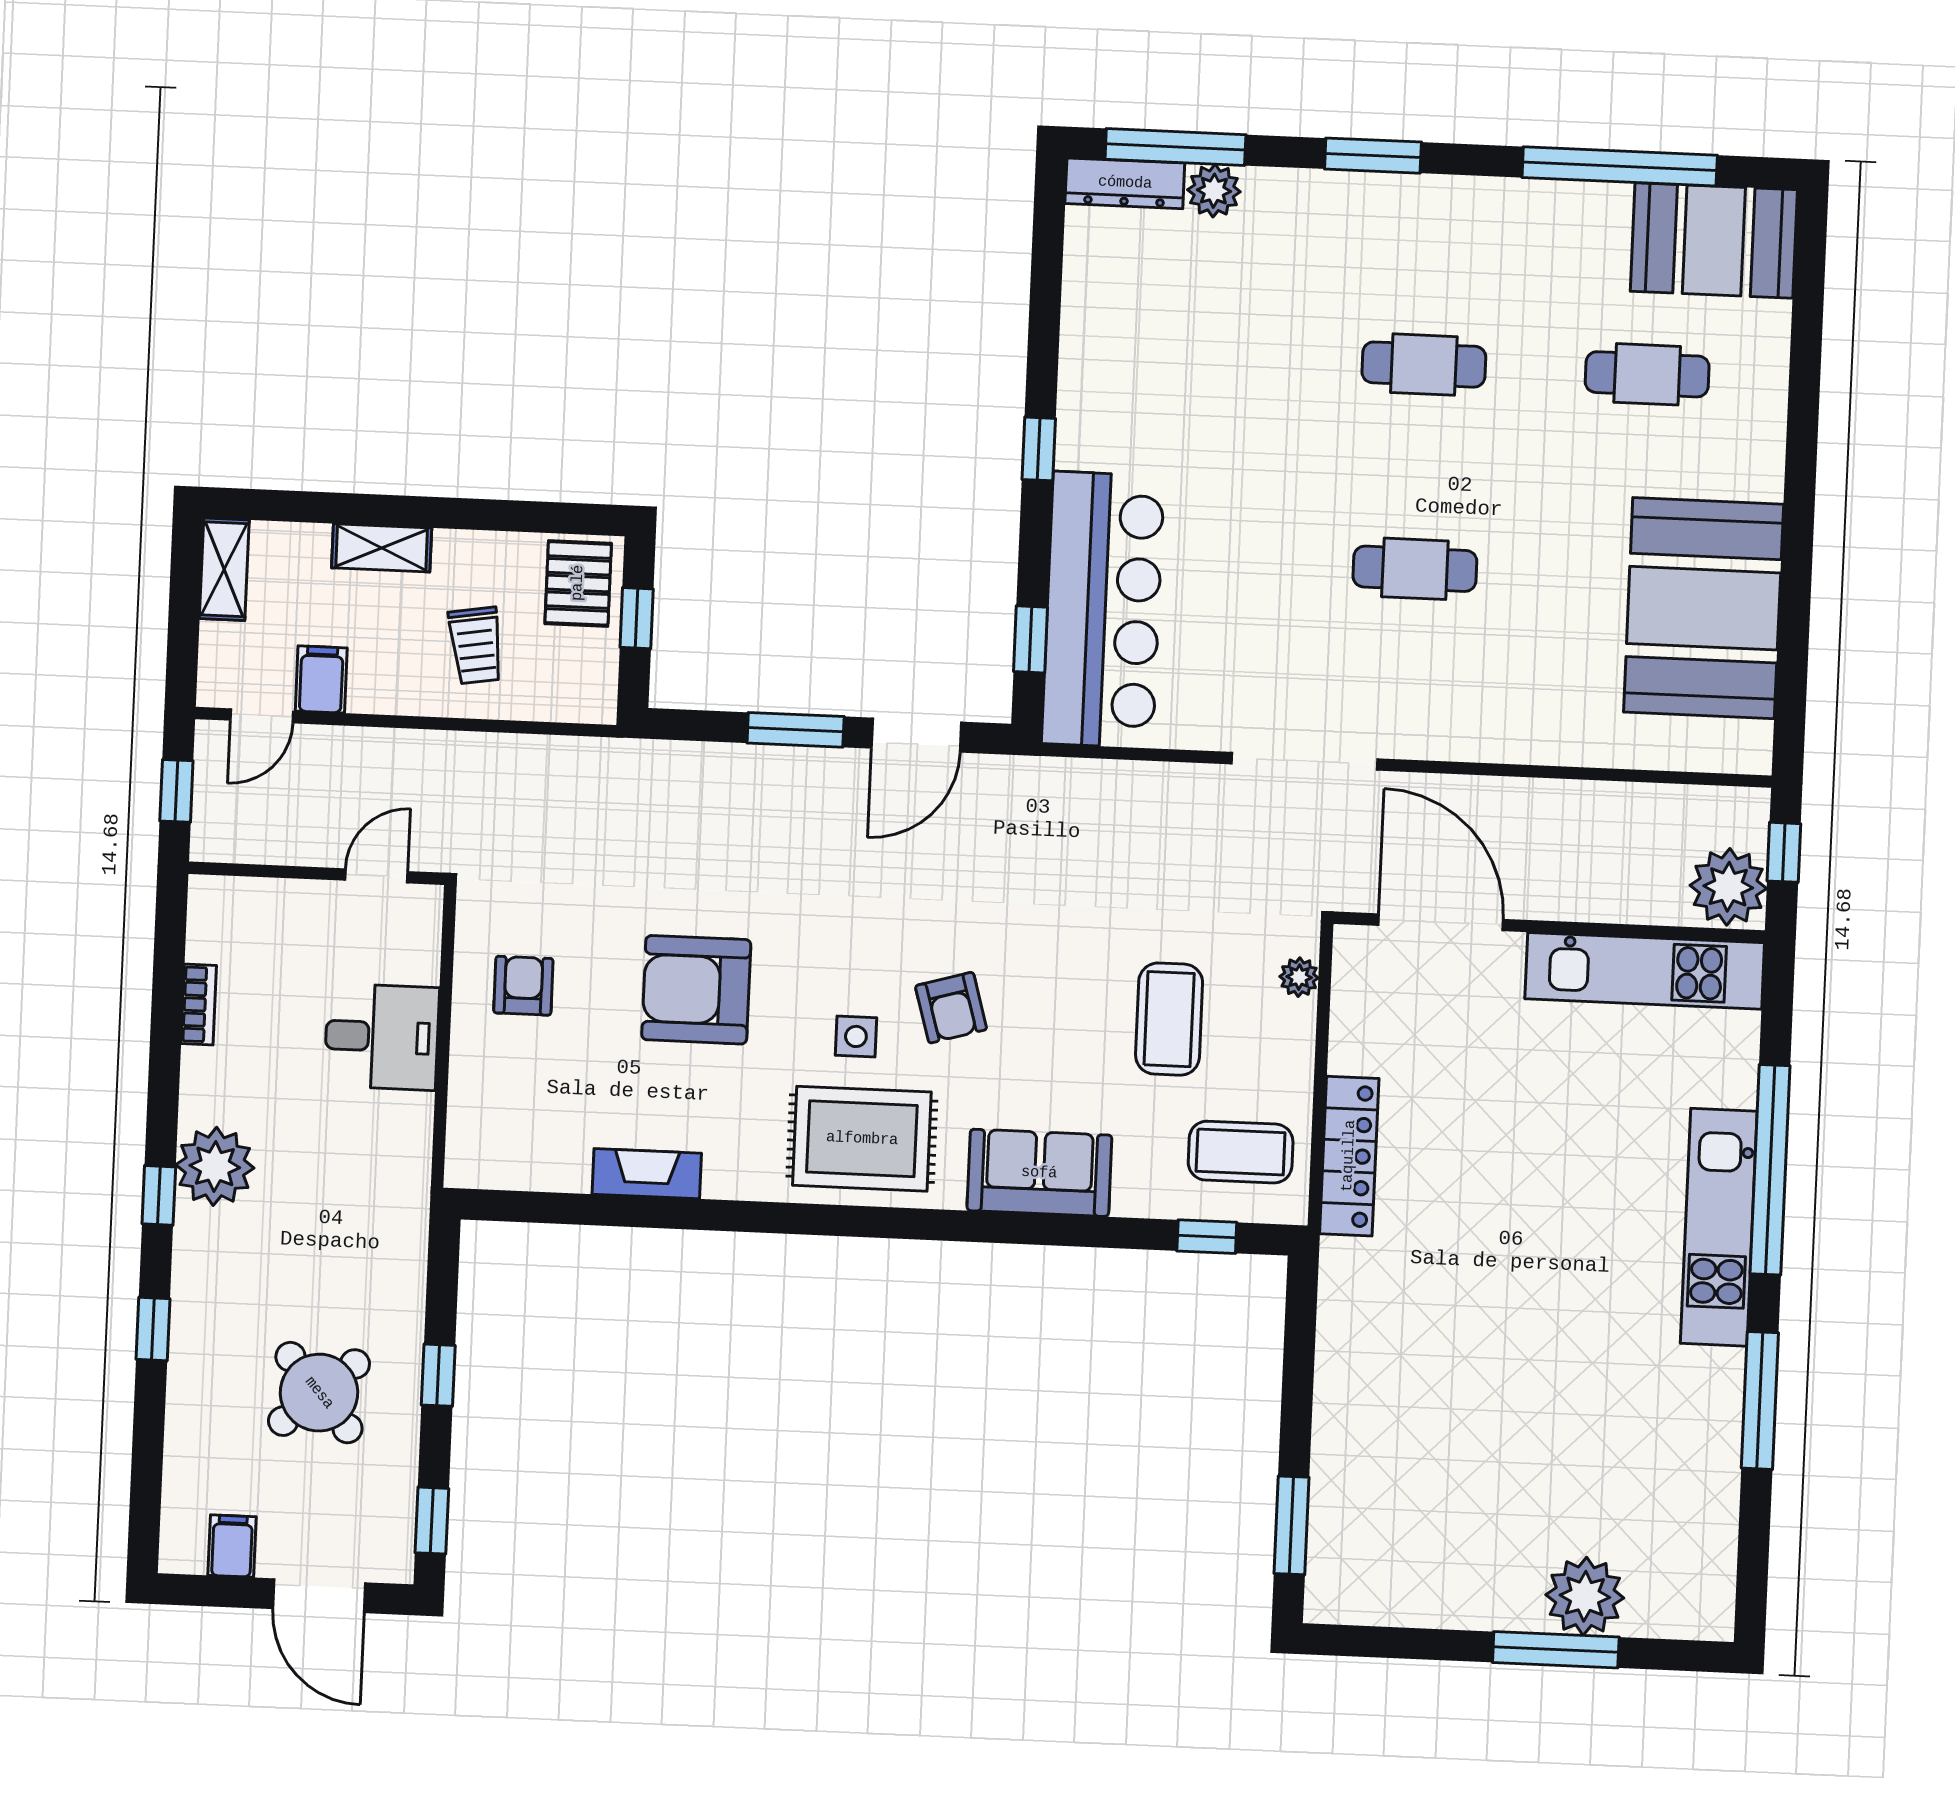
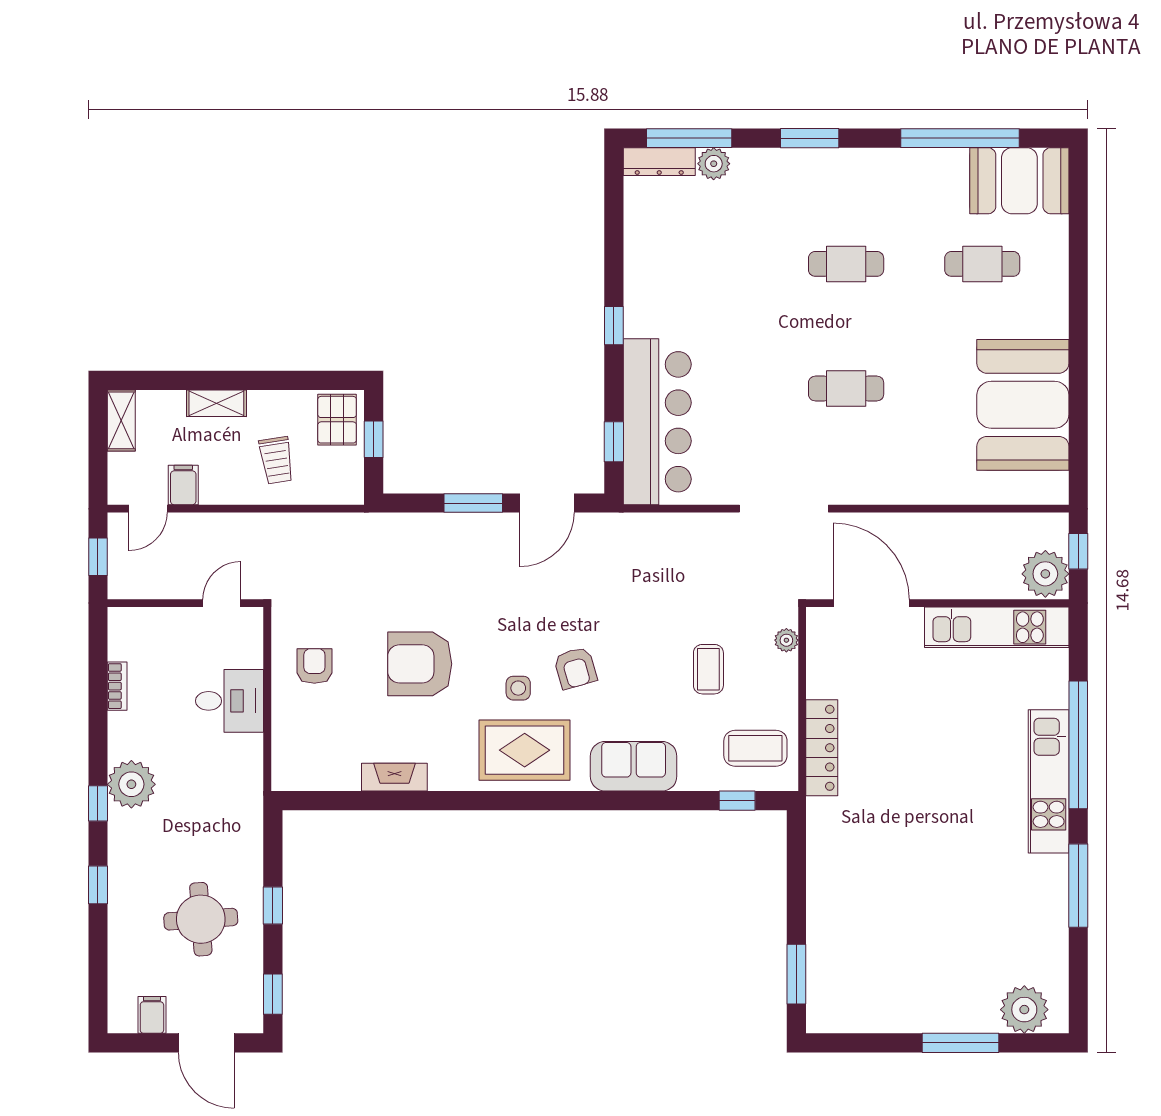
coffee table: (1169, 1019) -> (708, 669), width x0.73, depth x0.77
round table: (319, 1393) -> (201, 919), turned 37
plant: (1585, 1596) -> (1024, 1010), moved

